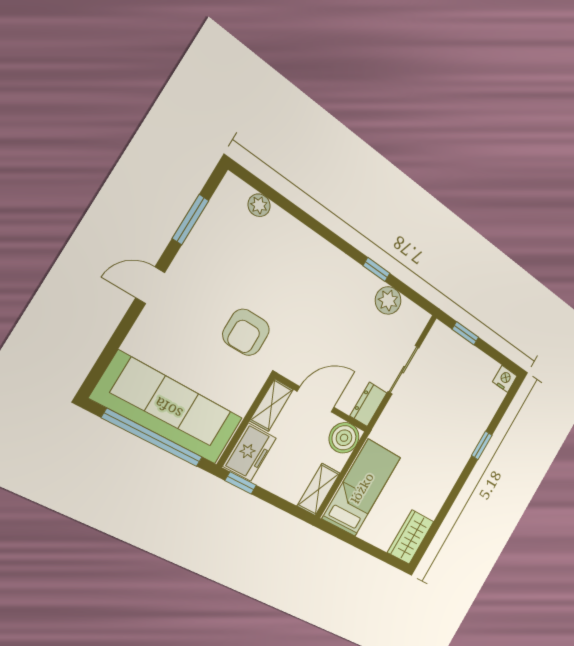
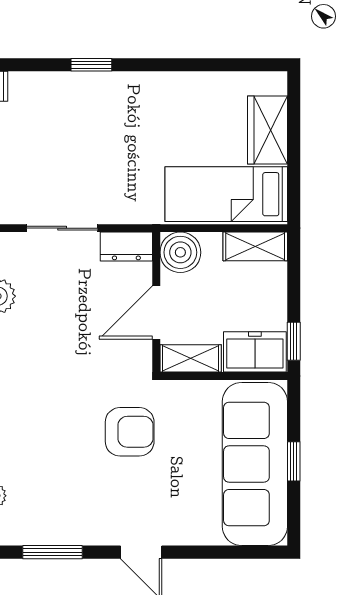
door: (316, 399) -> (156, 312), hinge flipped
window: (153, 438) -> (294, 461), width x0.32
wardrobe: (411, 537) -> (267, 130), moved, turned 90

